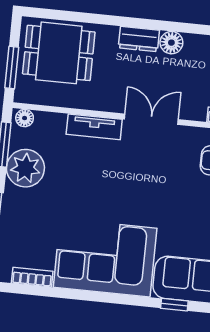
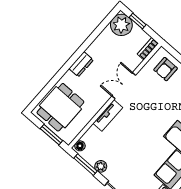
floor lamp: (171, 43) -> (94, 50), removed
plant: (25, 168) -> (101, 166), width x0.53, depth x0.53

